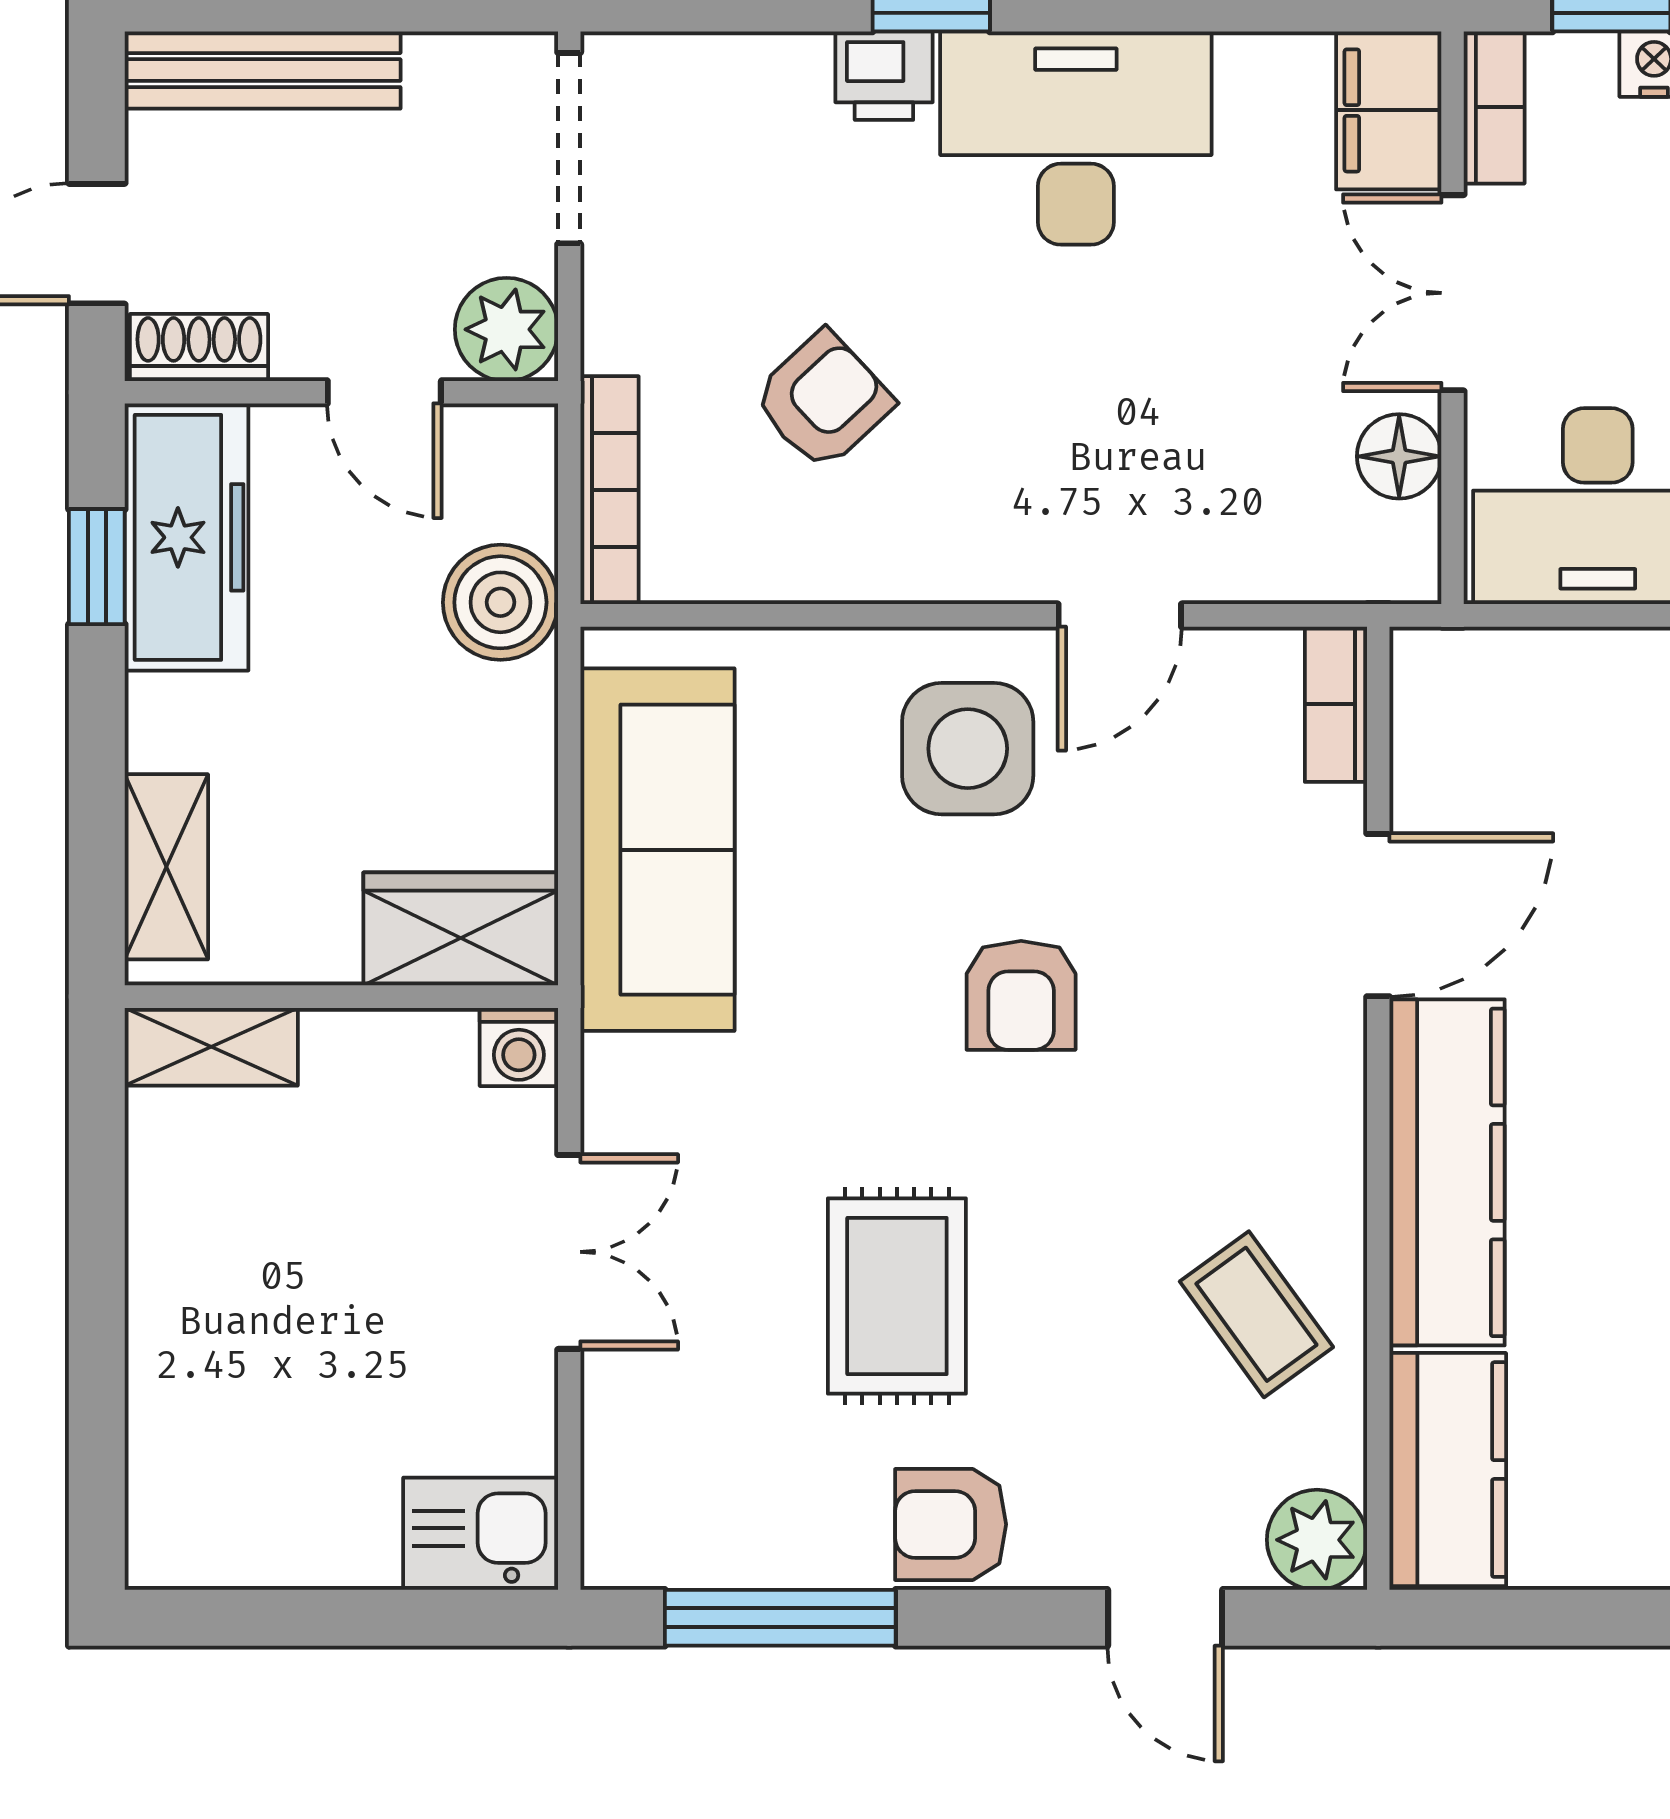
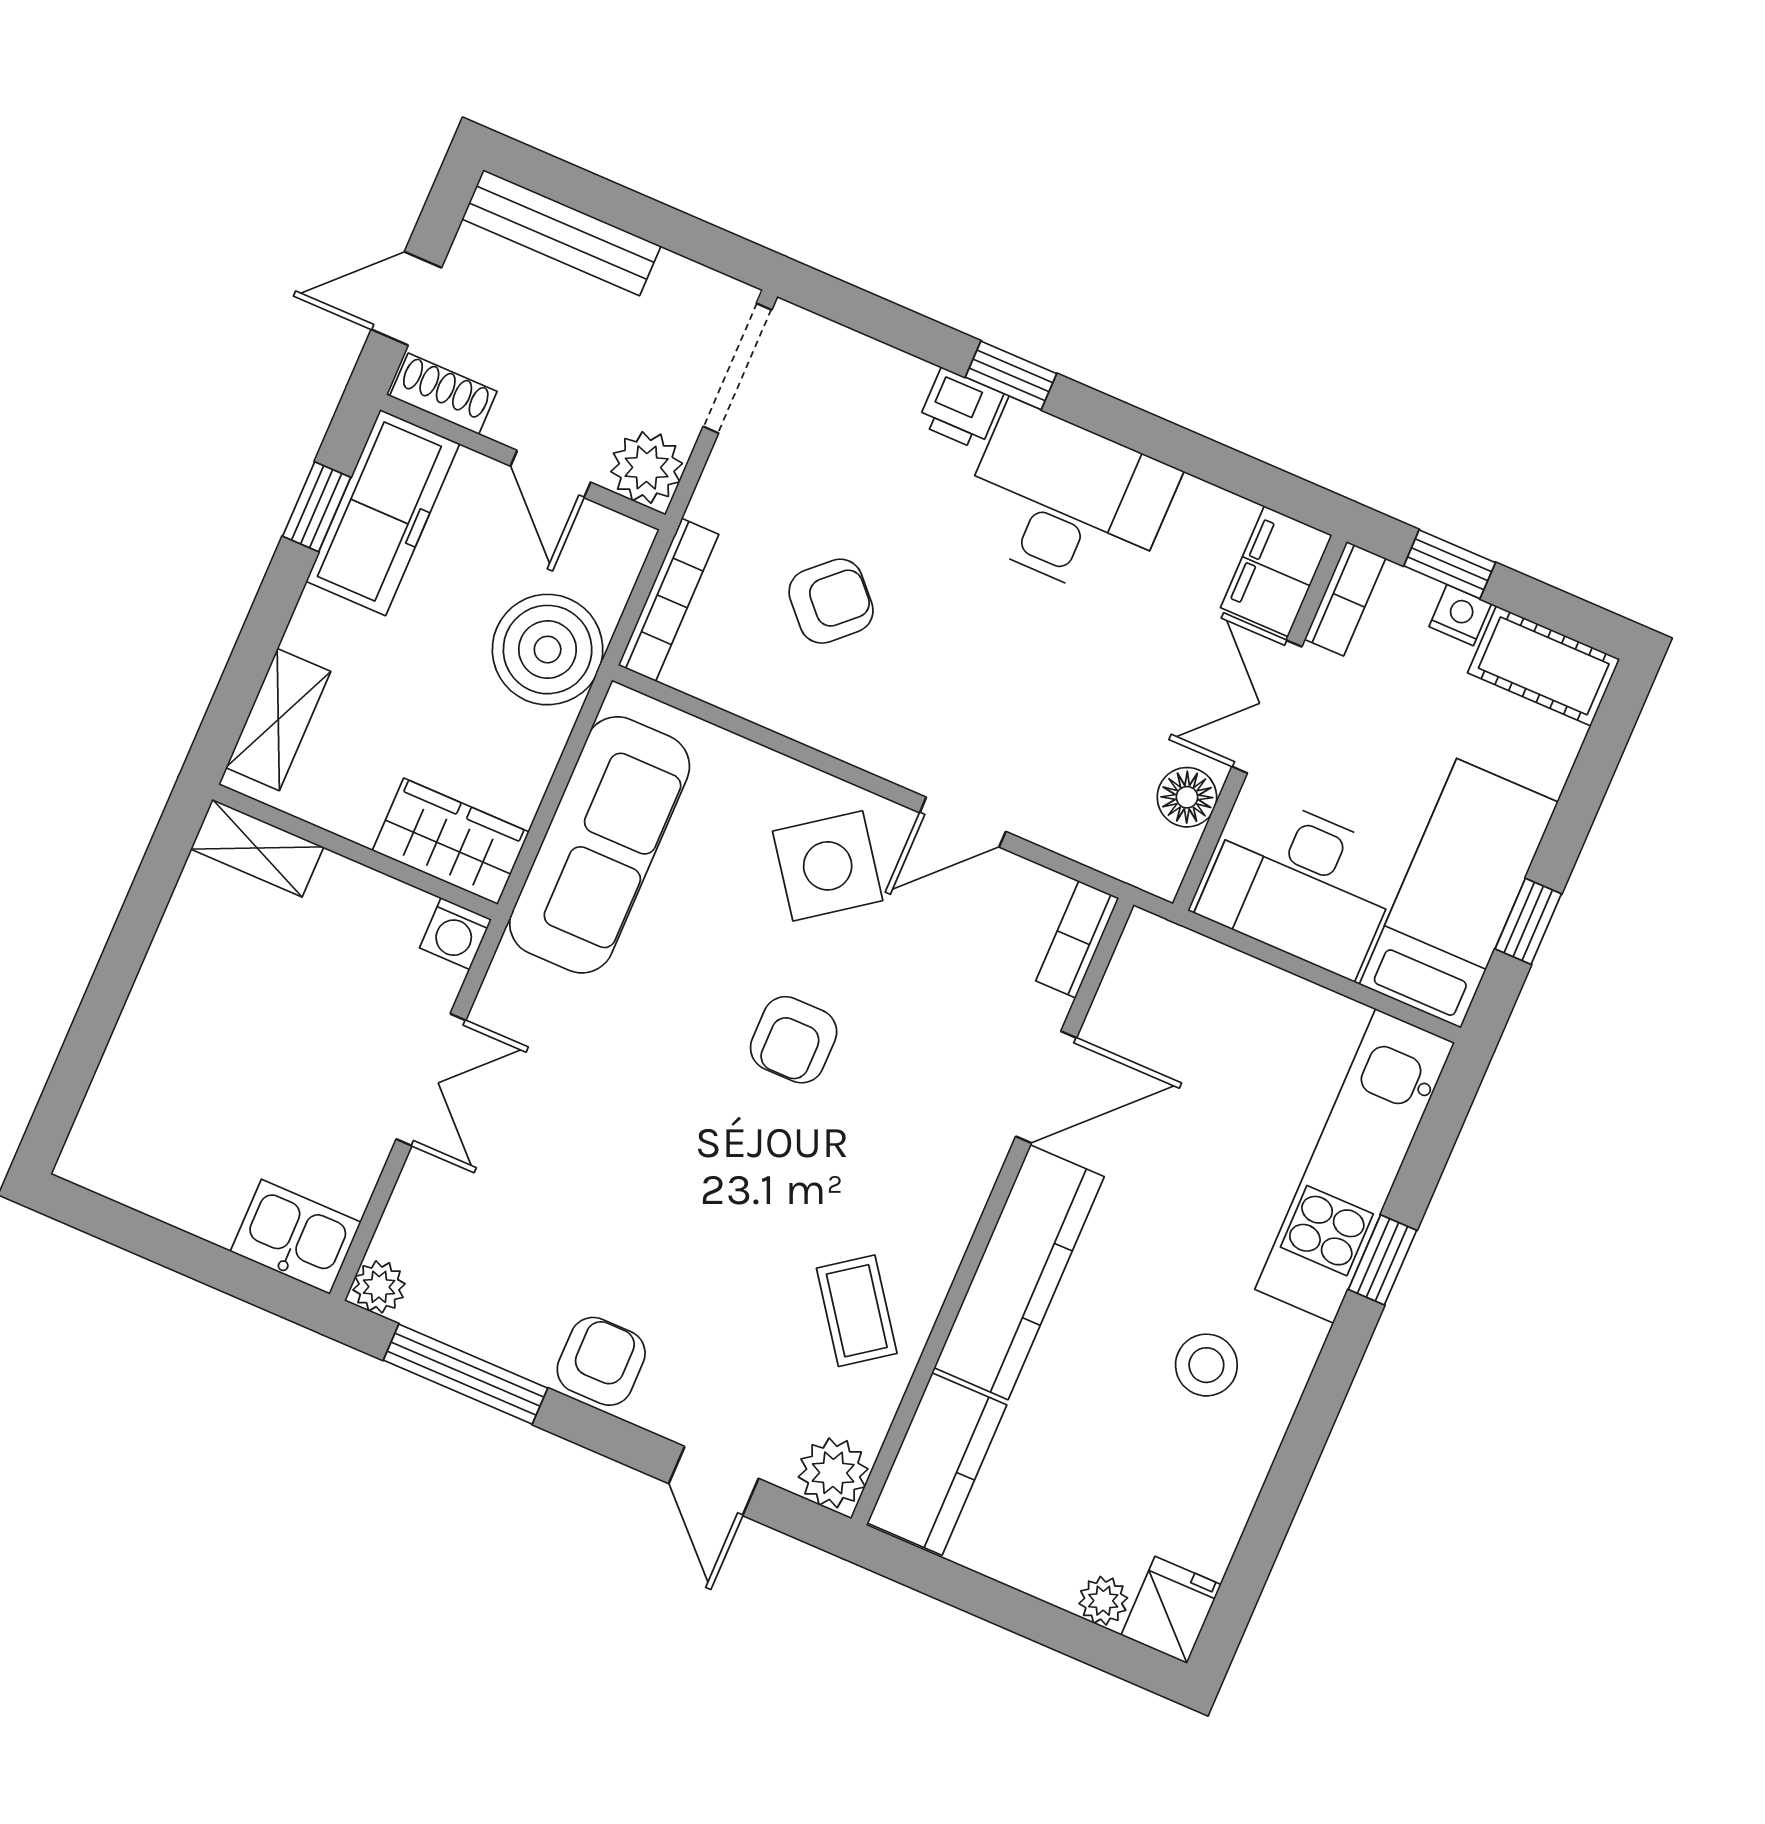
boiler: (500, 602) -> (548, 650), width x1.37, depth x1.37
side table: (968, 749) -> (828, 866), turned -36
rug: (897, 1296) -> (630, 1199), removed
armchair: (951, 1524) -> (601, 1361), turned 90
plant: (618, 1552) -> (379, 1287), added

